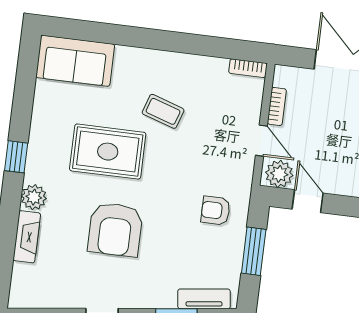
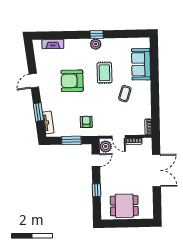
sofa: (75, 61) -> (141, 64), moved
door: (261, 141) -> (119, 137), hinge flipped
rug: (108, 152) -> (104, 73), width x0.73, depth x0.70
plant: (34, 197) -> (96, 44), moved
fireplace: (27, 237) -> (53, 44), moved

